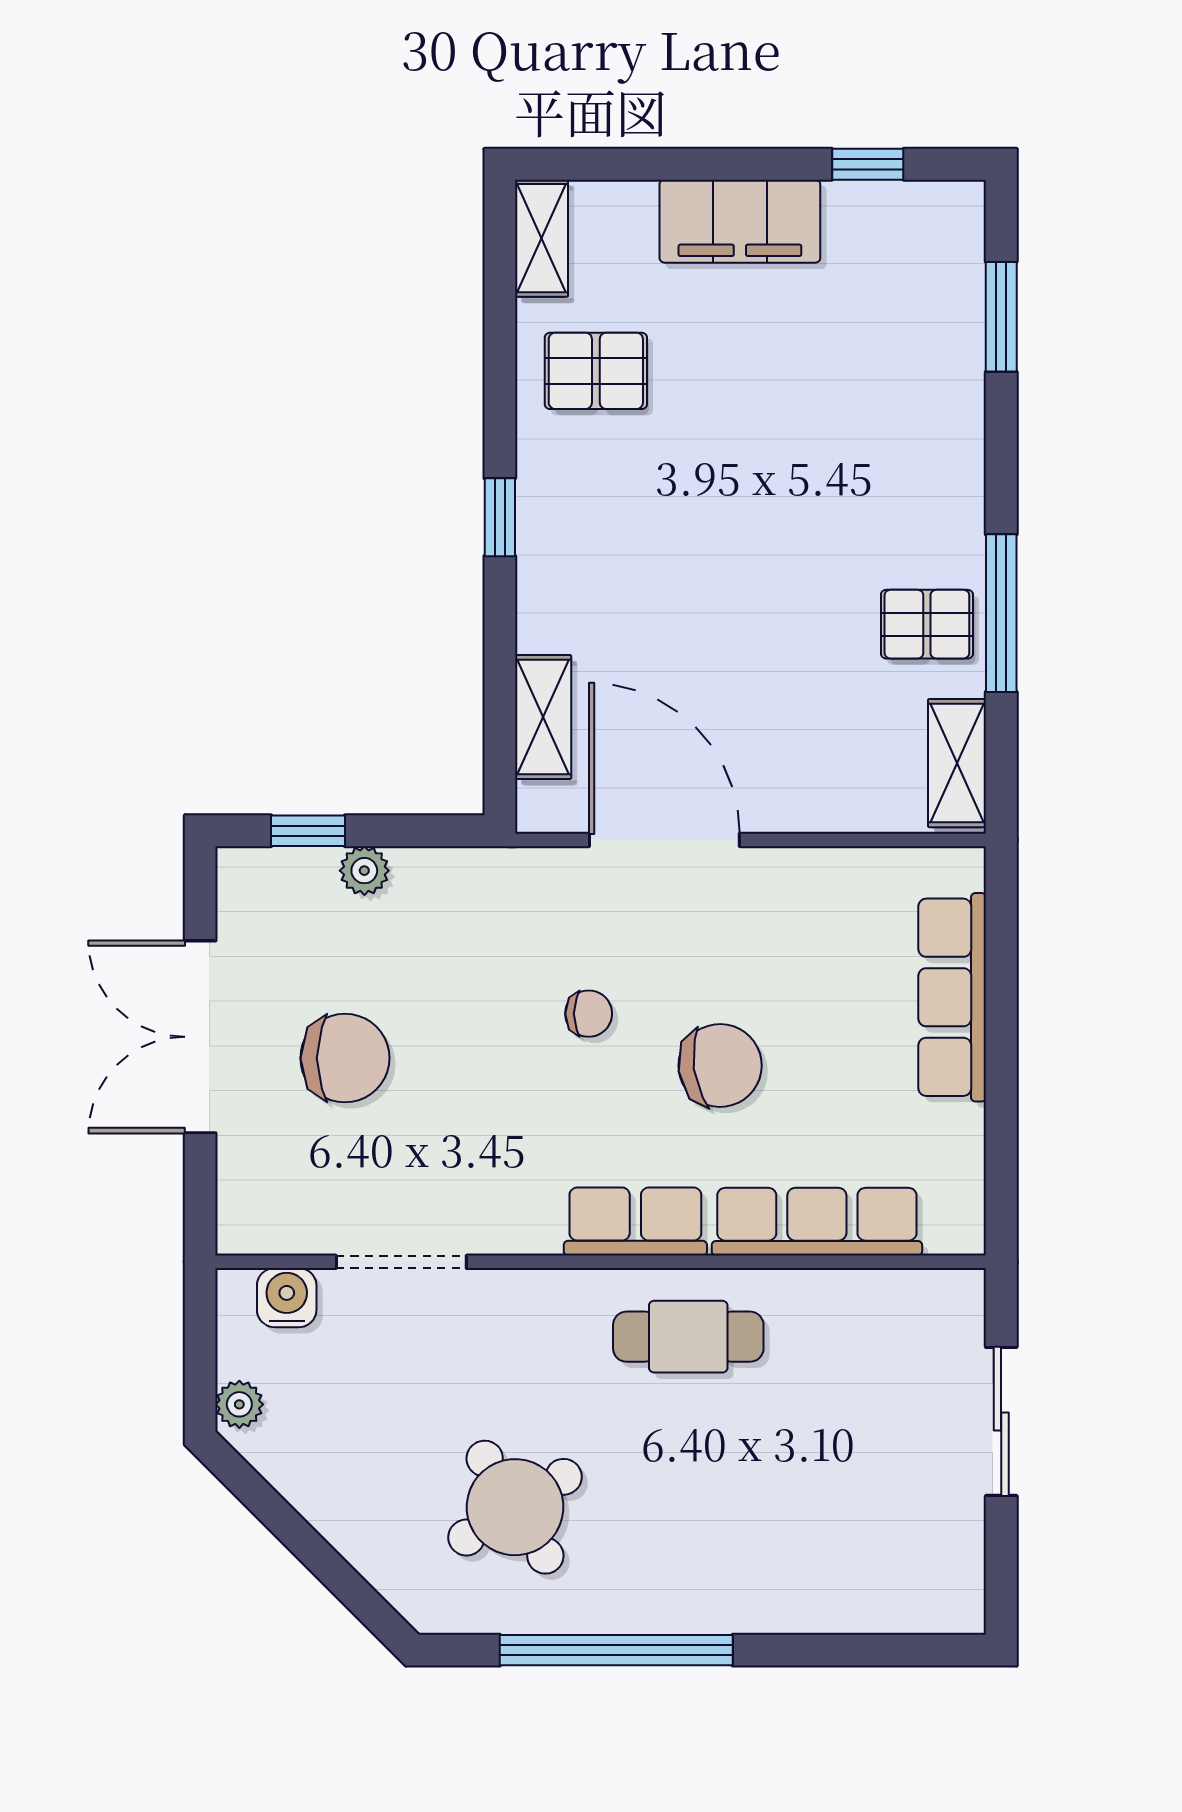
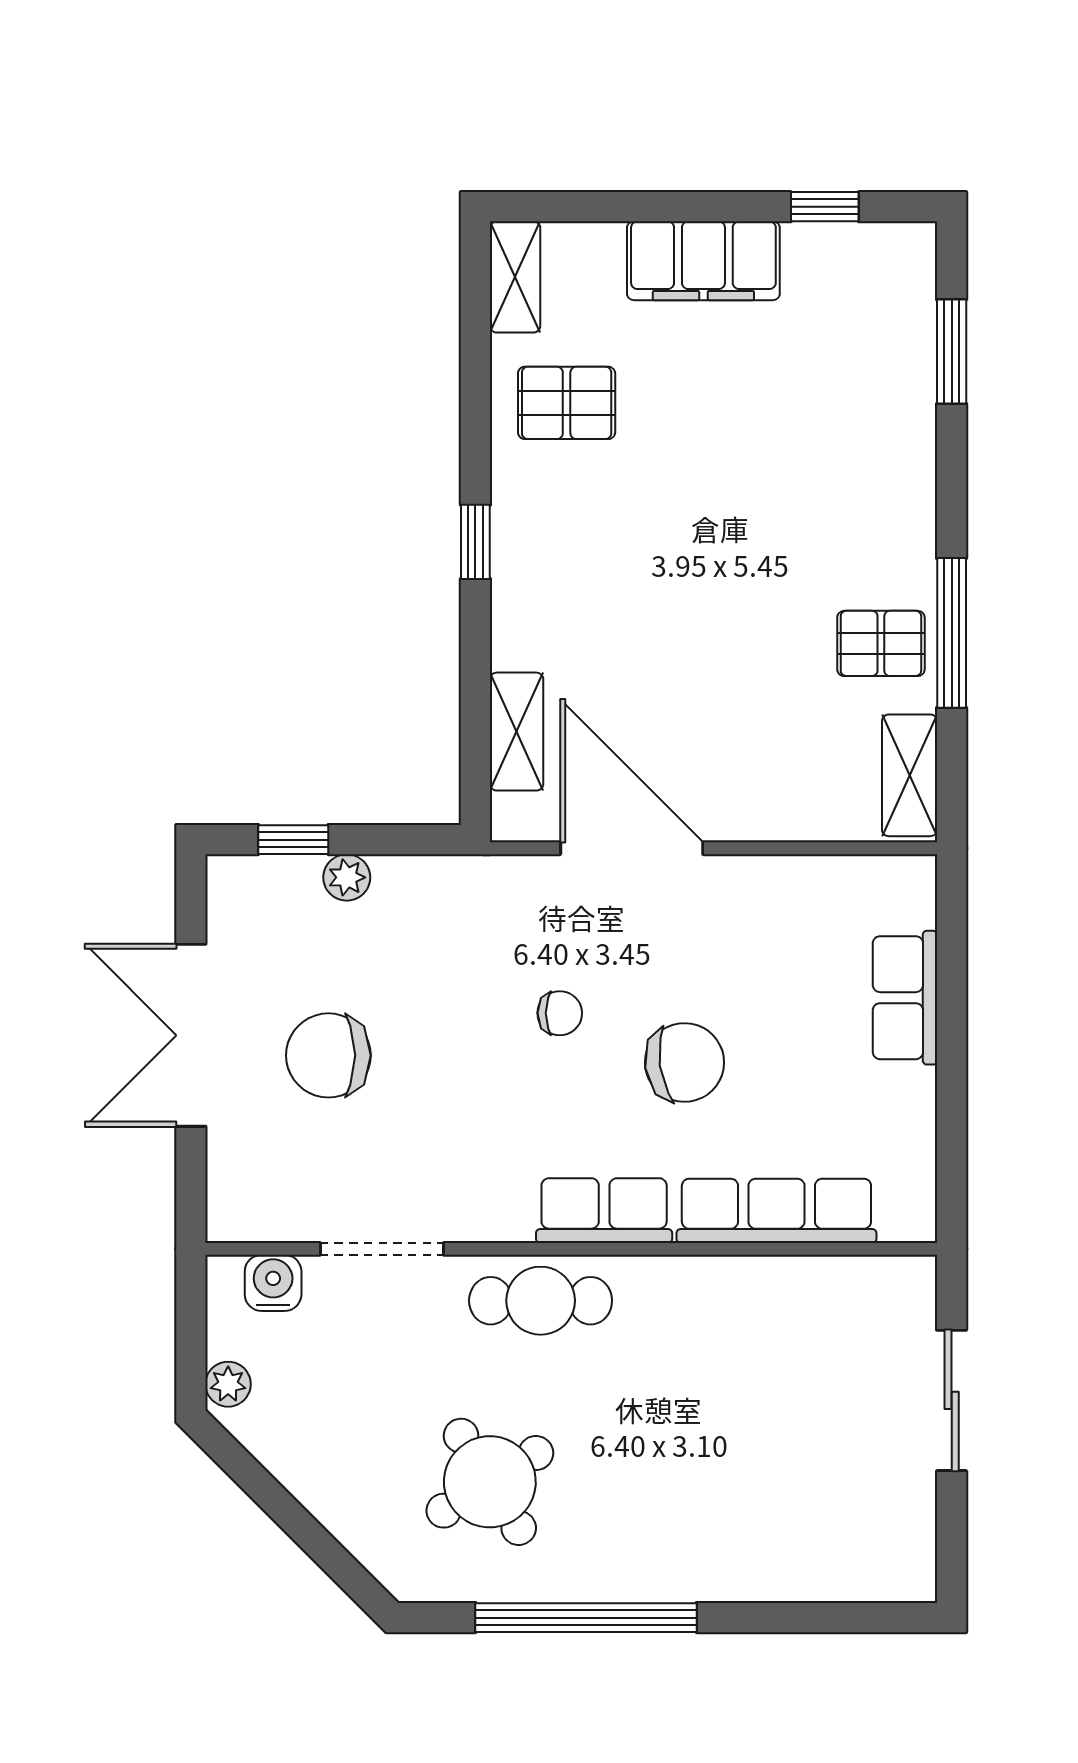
row of seats: (952, 997) -> (905, 998), width x0.68
chair: (345, 1058) -> (328, 1055), turned 180
cafe table: (688, 1337) -> (541, 1301), moved

